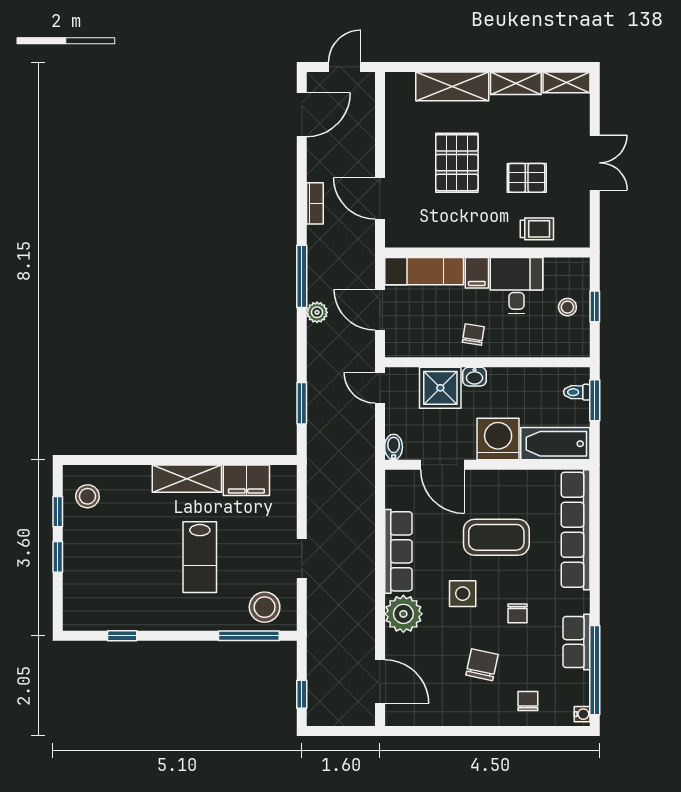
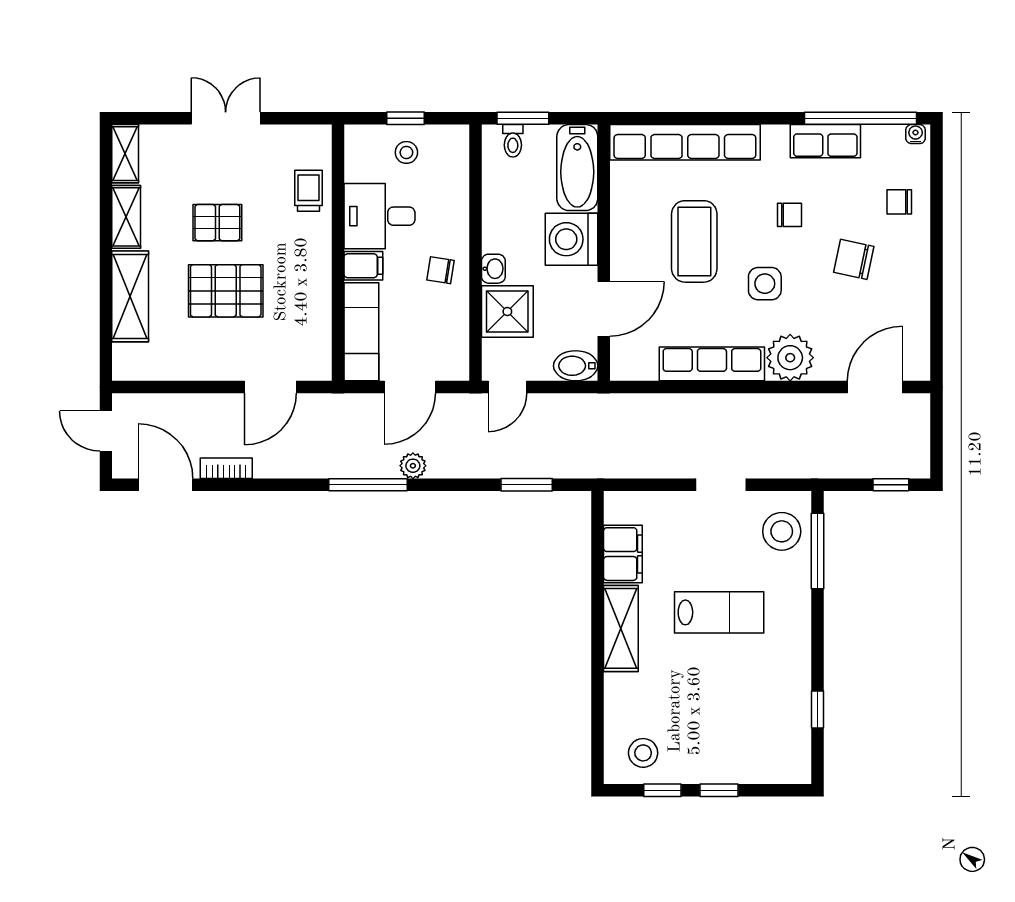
pallet: (527, 178) -> (217, 223), moved, turned 90
bookcase: (315, 203) -> (226, 468), moved
bidet: (394, 447) -> (576, 366), width x1.38, depth x1.36

